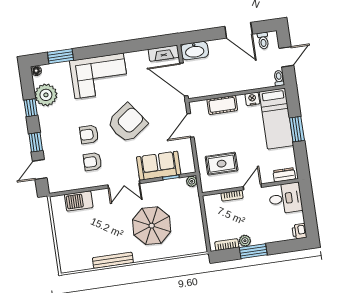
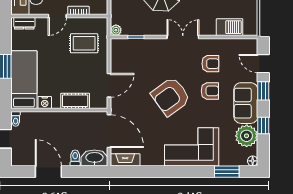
toilet: (263, 41) -> (75, 158), moved
sofa: (159, 166) -> (246, 103), moved, turned 90
door: (40, 169) -> (263, 64), swing flipped

